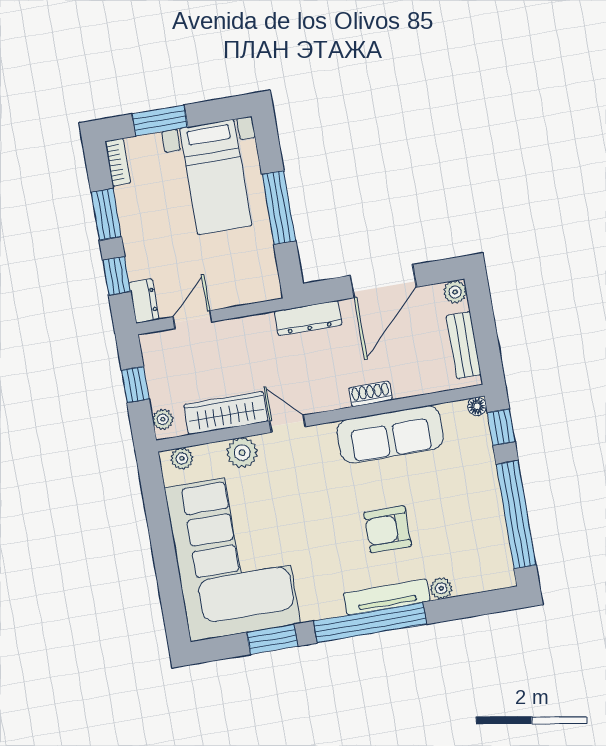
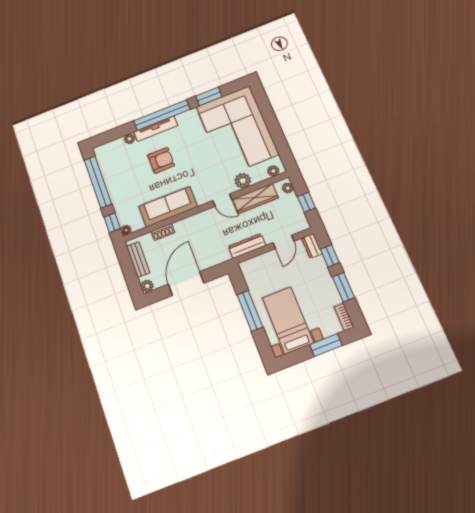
dresser: (308, 318) -> (247, 246), moved
shoe rack: (370, 394) -> (163, 232), moved

